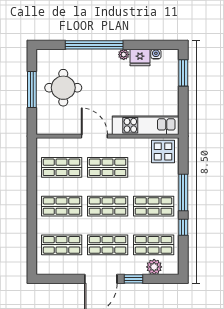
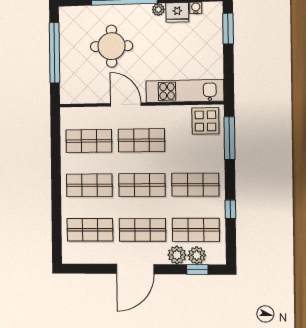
round table: (63, 88) -> (112, 46), moved
window: (32, 90) -> (54, 53), width x1.46
window: (183, 192) -> (229, 138), moved
plant: (137, 267) -> (177, 255), added
window: (134, 279) -> (197, 269), moved

